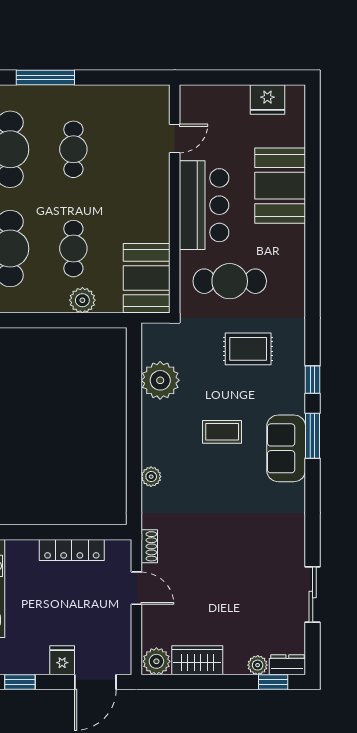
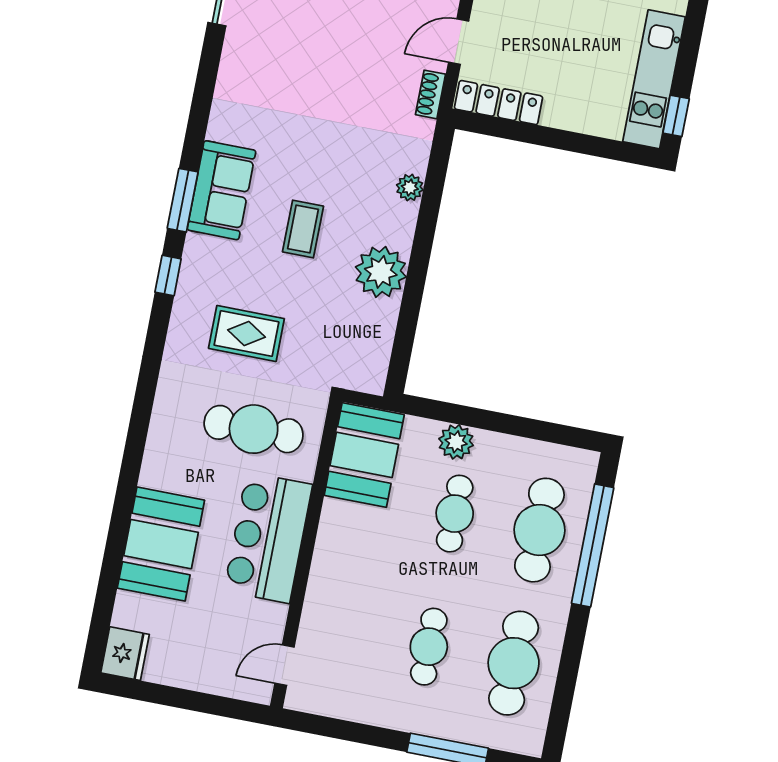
fridge: (267, 99) -> (125, 654), moved, turned 90
door: (175, 138) -> (284, 665), moved
plant: (160, 380) -> (381, 272), moved
coffee table: (222, 432) -> (303, 229), turned 90
locker: (72, 550) -> (498, 103), moved
door: (136, 588) -> (459, 42), hinge flipped

